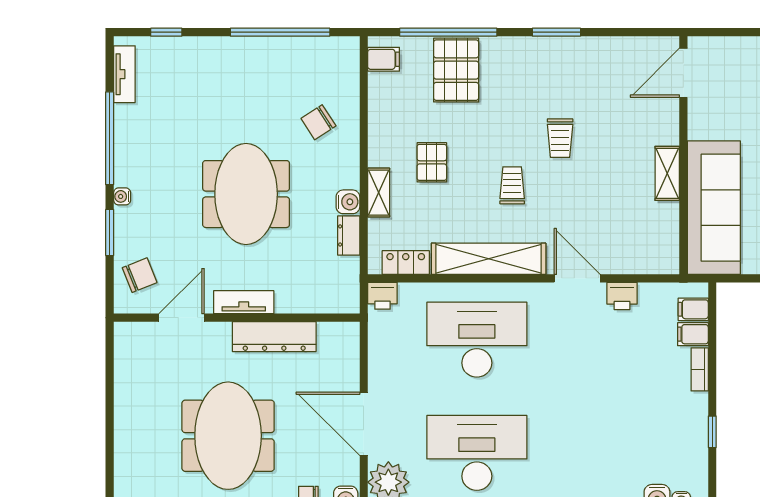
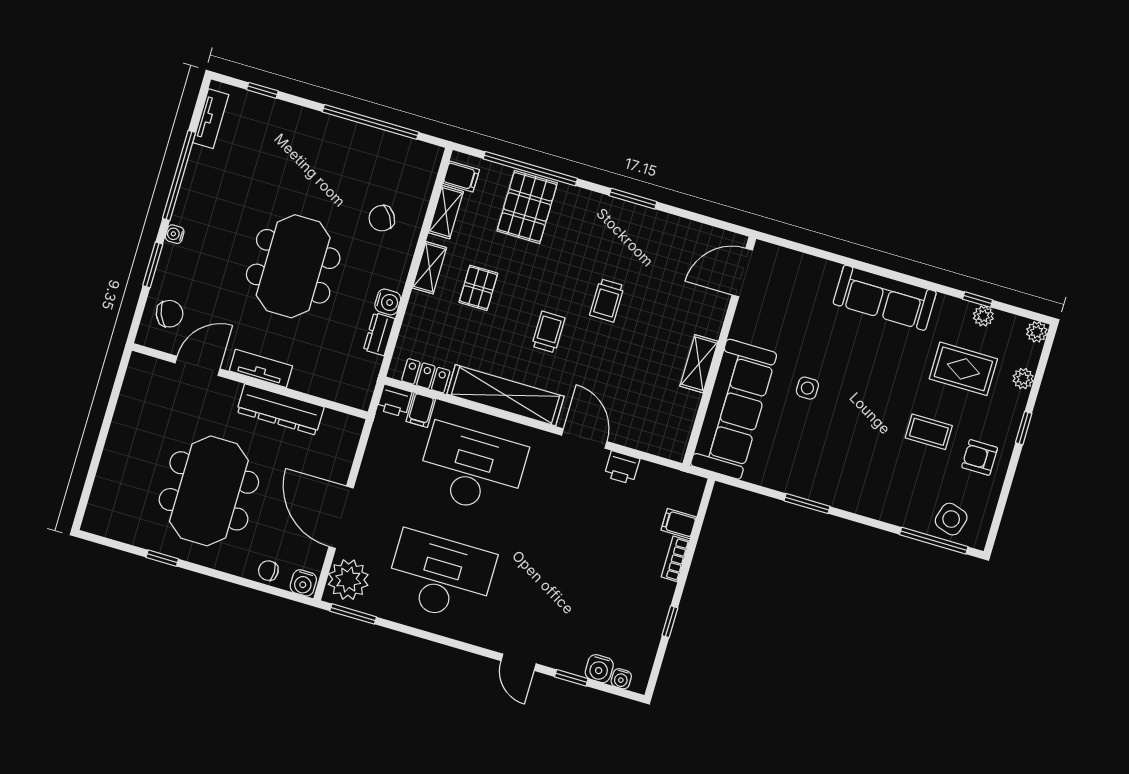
shelving: (379, 98) -> (446, 212), added
shelving: (379, 193) -> (429, 268), moved
filing cabinet: (693, 309) -> (421, 410), moved, turned -90

